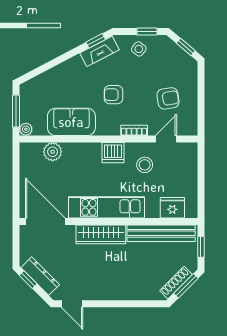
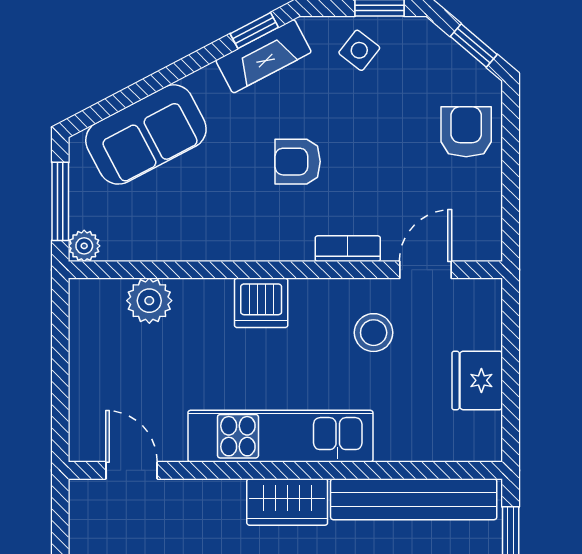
armchair: (168, 98) -> (466, 132), moved, turned -81
sofa: (71, 122) -> (146, 134), moved, turned 152
dishwasher: (113, 153) -> (261, 303), moved
fridge: (172, 208) -> (477, 380), moved, turned -90
door: (45, 221) -> (132, 470), width x0.53
wardrobe: (101, 234) -> (287, 502), width x0.67

